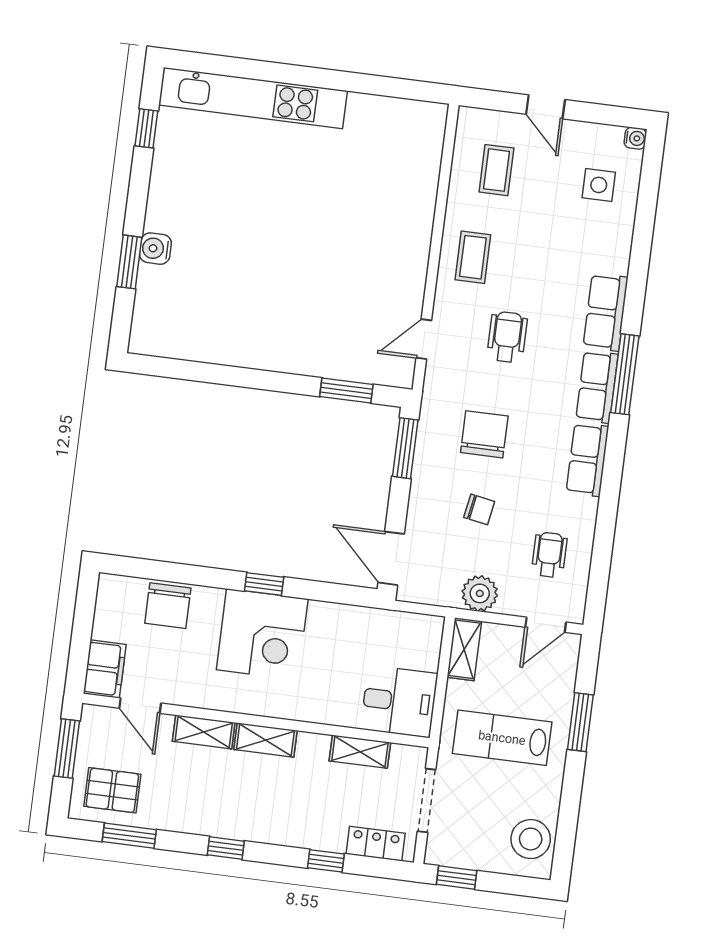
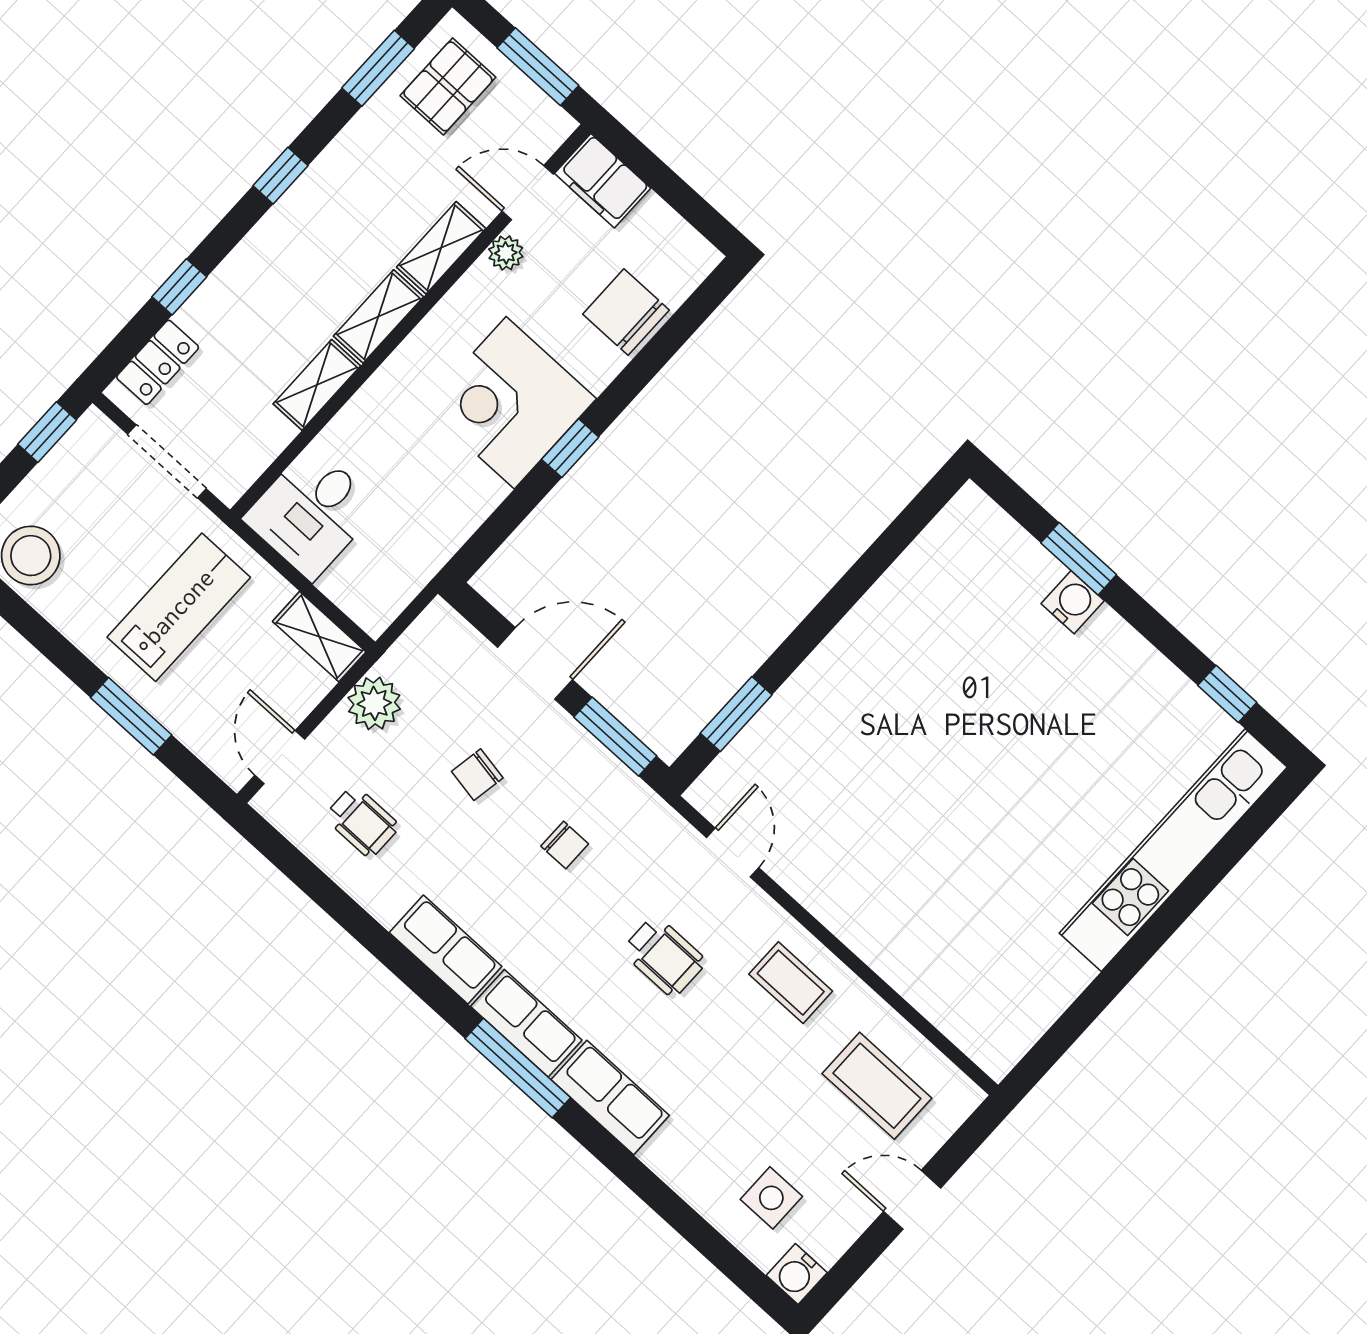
water cooler: (635, 138) -> (797, 1274), width x1.38, depth x1.38
coffee table: (496, 170) -> (877, 1086), width x1.36, depth x1.30
chair: (484, 434) -> (565, 845), width x0.54, depth x0.54
door: (391, 558) -> (535, 663), moved
plant: (182, 694) -> (506, 253), added
shelving: (360, 752) -> (317, 385), moved

